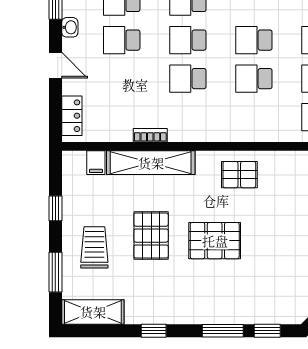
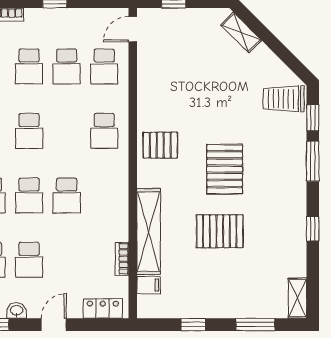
school desk: (254, 79) -> (104, 131), moved
bookcase: (150, 135) -> (122, 259), moved
pallet: (239, 175) -> (160, 145), turned 90
trolley: (94, 247) -> (284, 99), moved
shelving: (93, 312) -> (297, 298), width x0.67, depth x0.75

